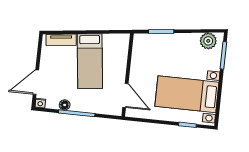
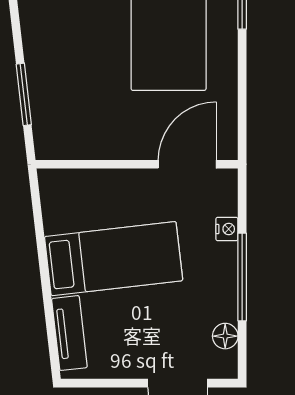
nightstand: (40, 103) -> (227, 229), moved
floor lamp: (65, 105) -> (225, 336), moved

